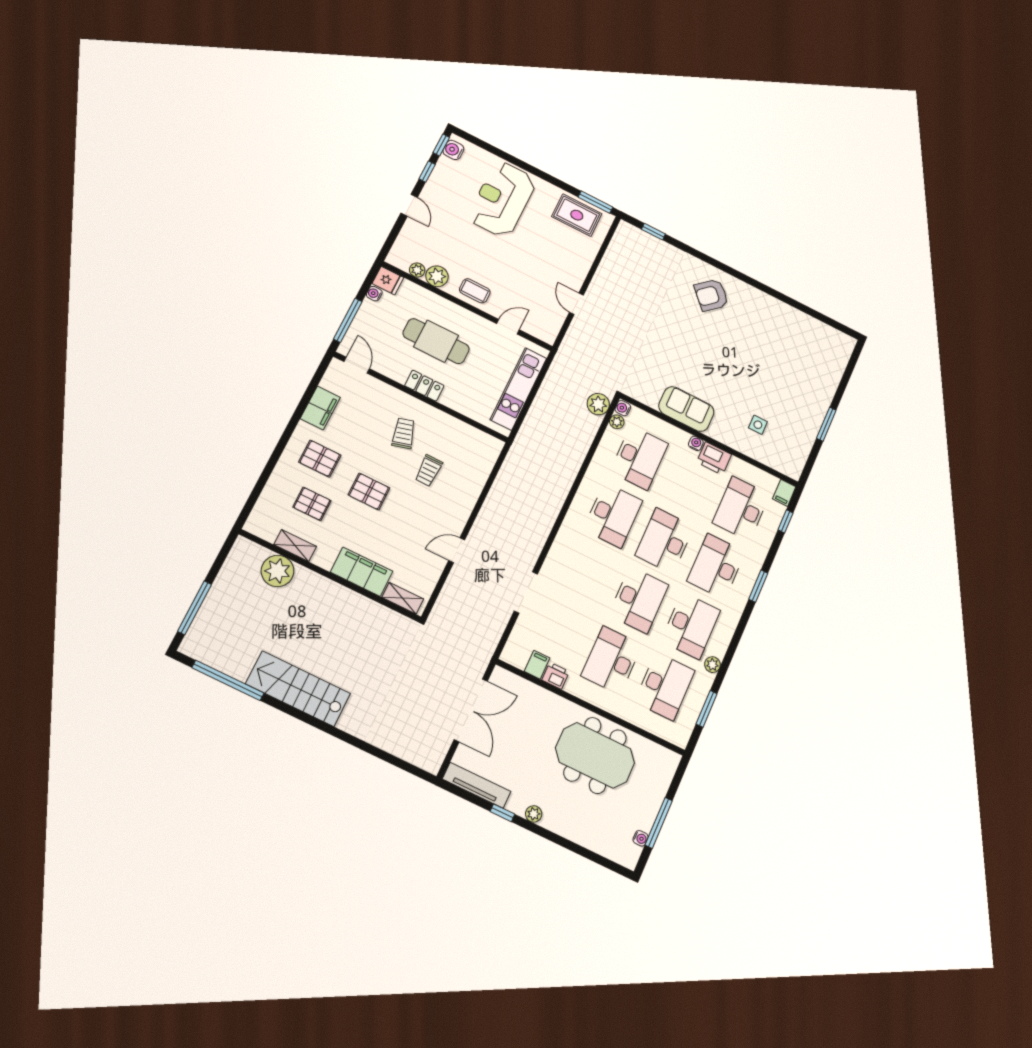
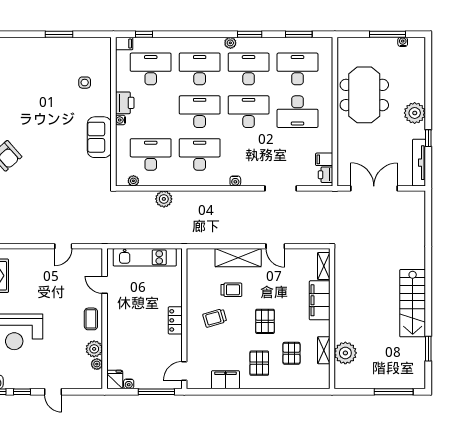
door: (409, 205) -> (53, 392), swing flipped
cafe table: (436, 341) -> (140, 328), removed
plant: (598, 404) -> (164, 199), moved
water cooler: (623, 408) -> (235, 181), moved
shelving: (465, 498) -> (238, 258), added
desk: (741, 509) -> (151, 69), turned 180
desk: (665, 541) -> (200, 112), turned 180
desk: (716, 566) -> (200, 69), turned 180
window: (758, 586) -> (250, 34), moved
plant: (712, 665) -> (230, 43), moved
printer: (556, 676) -> (326, 175), moved
window: (228, 680) -> (428, 349), width x0.47
plant: (534, 814) -> (415, 113), width x1.88, depth x1.88

